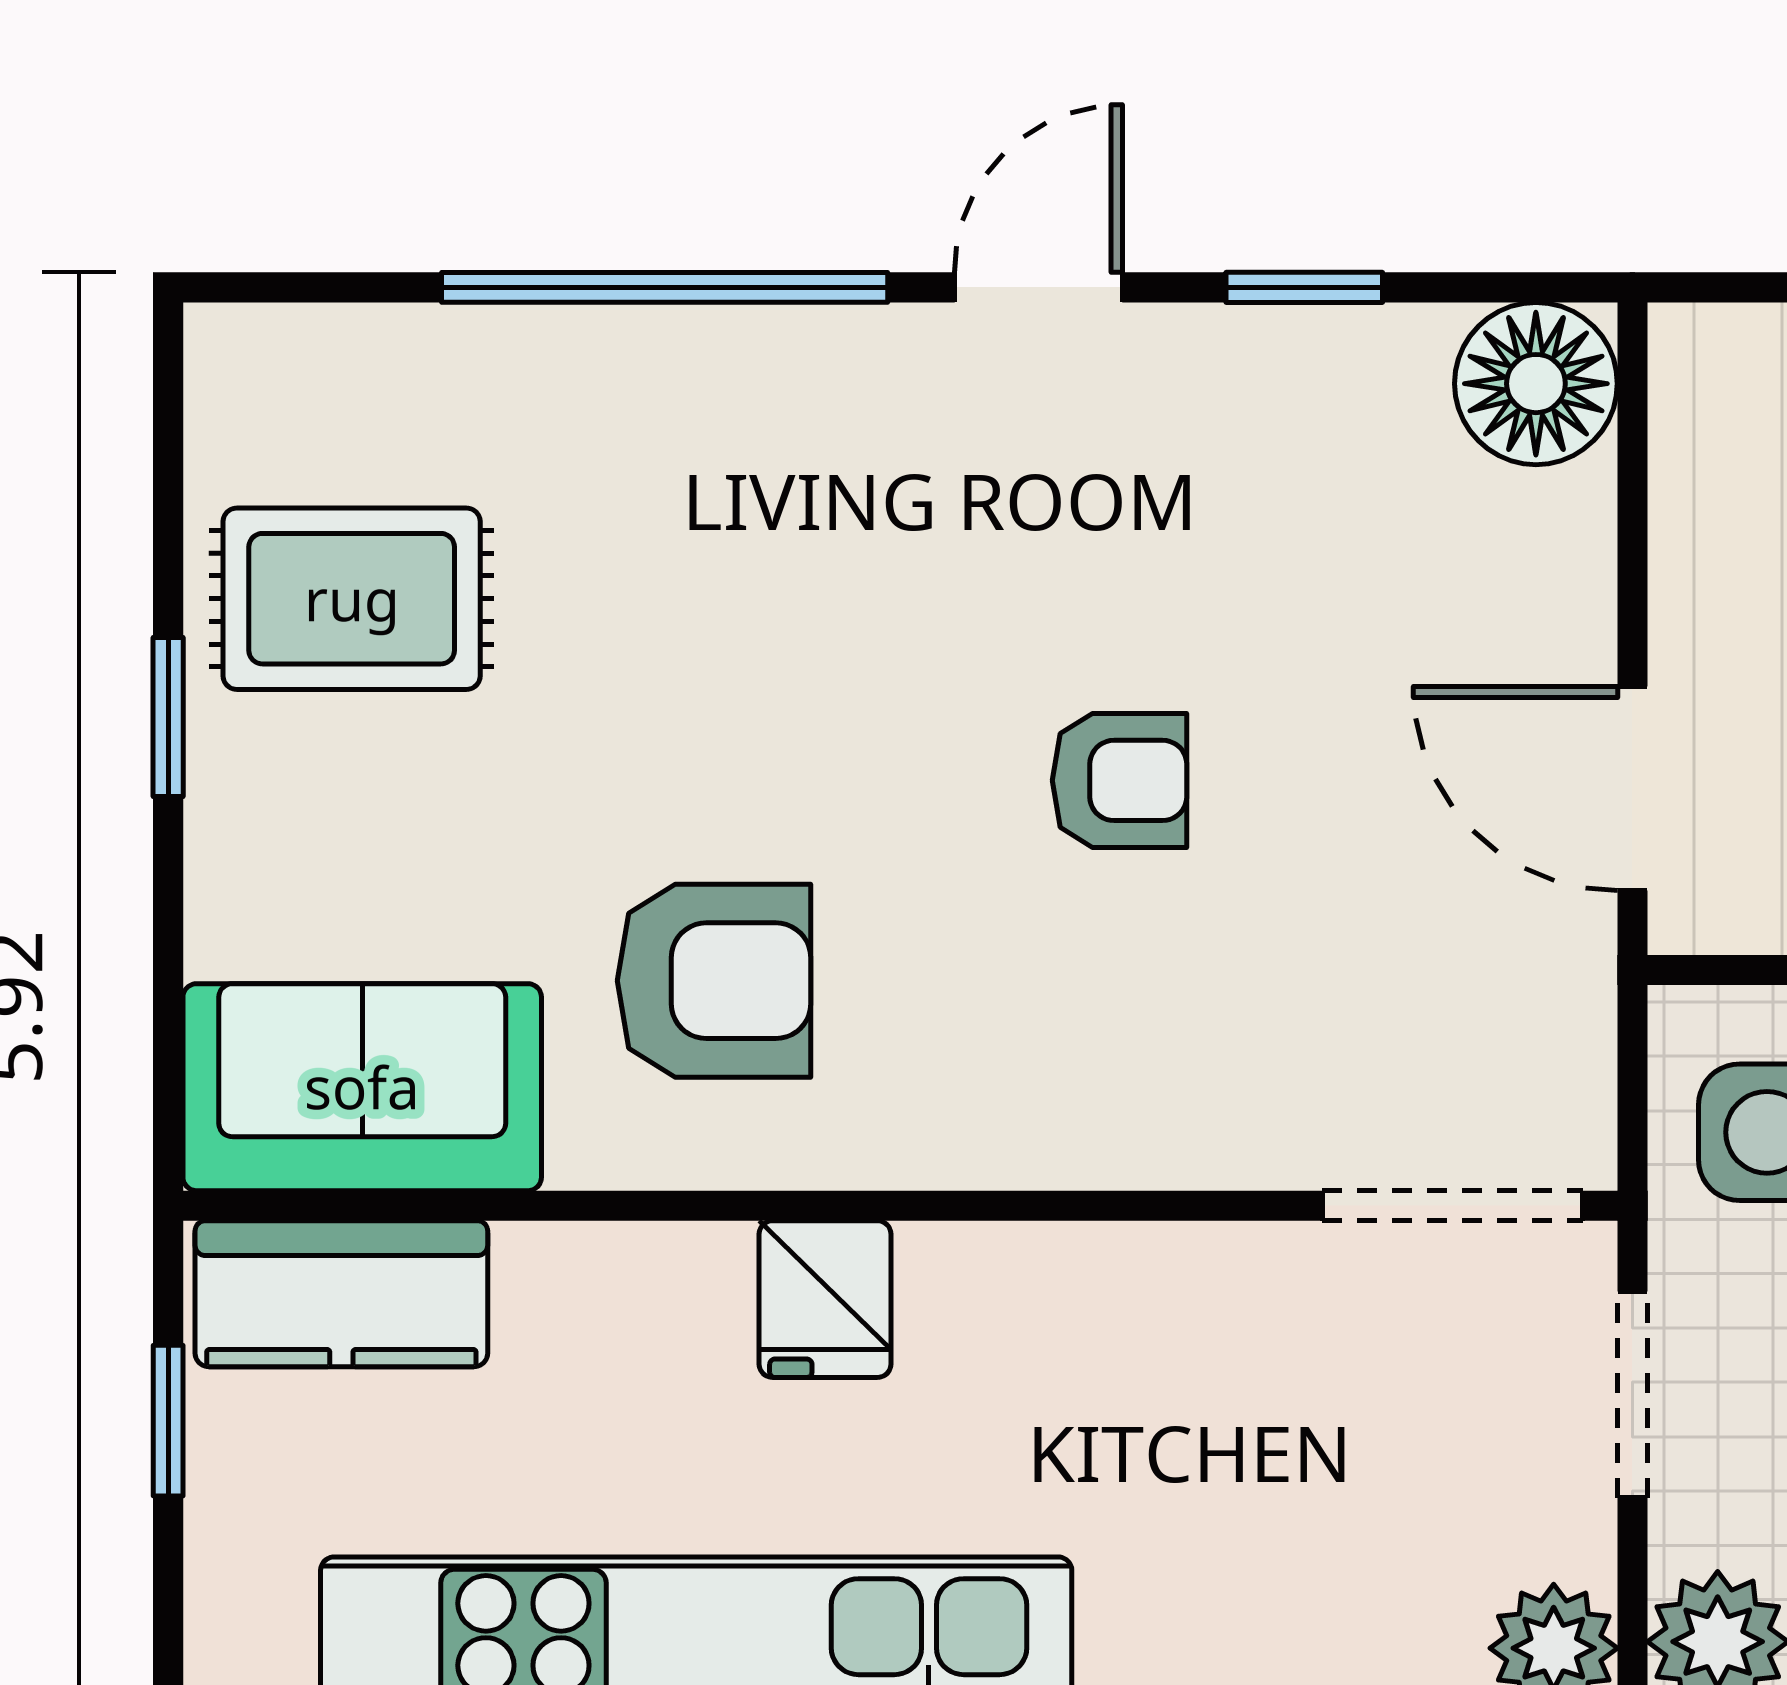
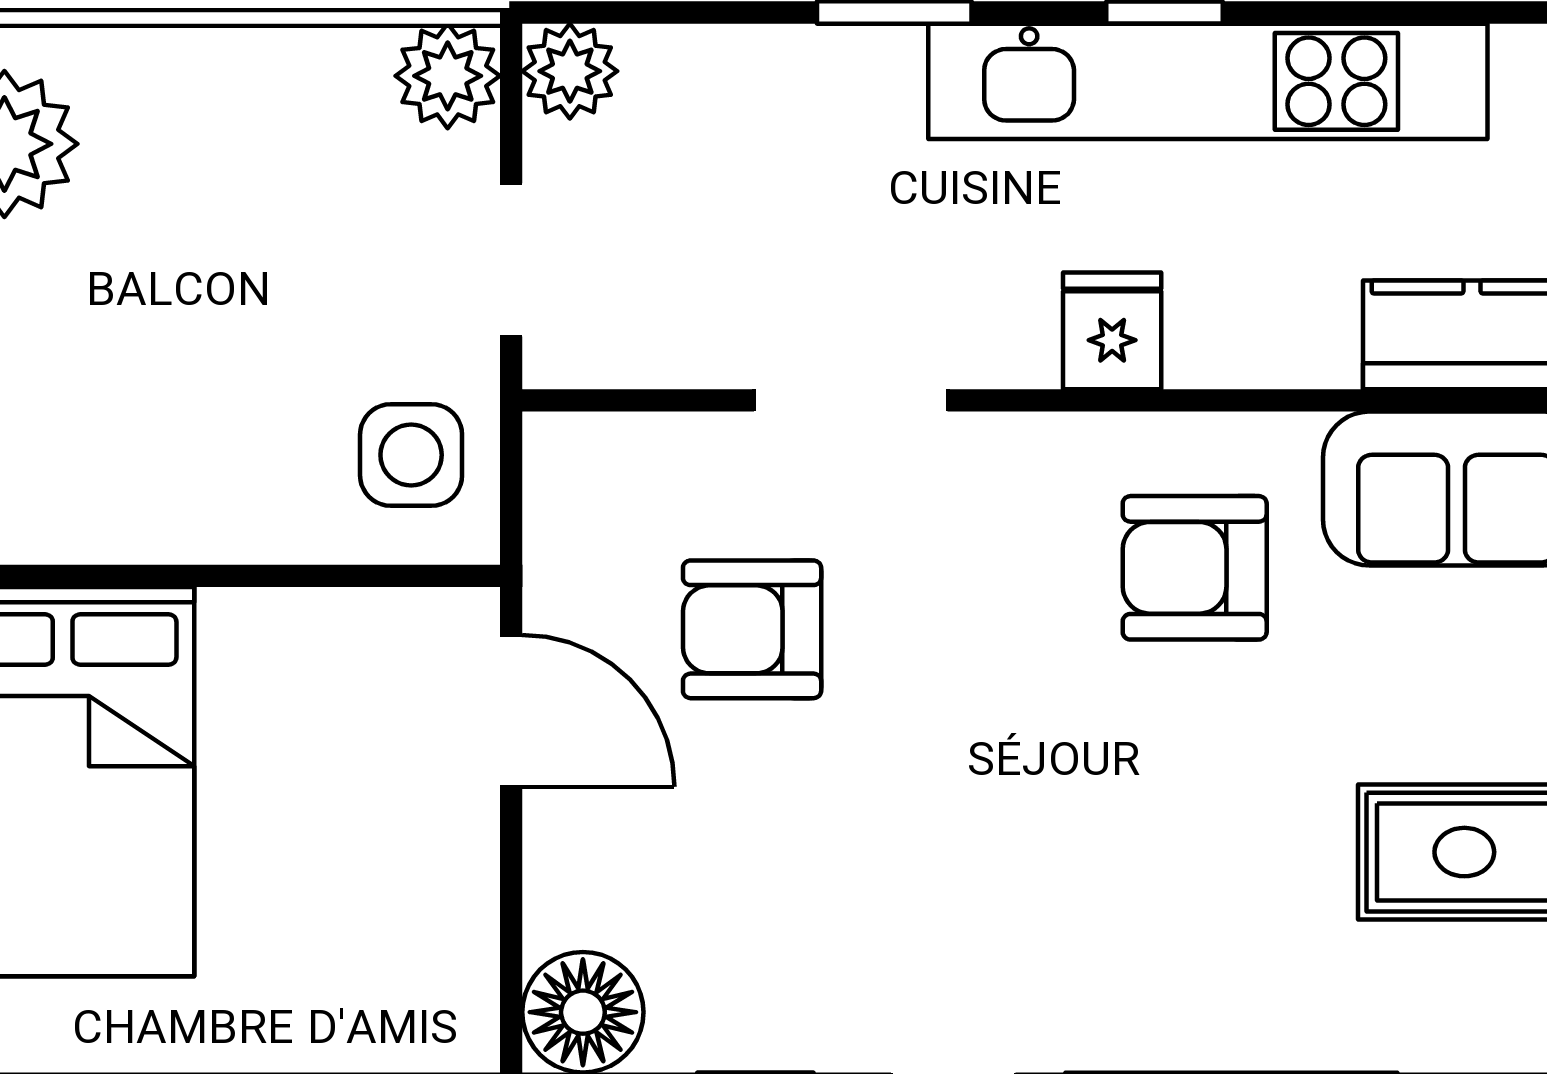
armchair: (1119, 780) -> (752, 629), moved, width x1.38, depth x1.38
doorway: (1452, 1206) -> (851, 400), moved

